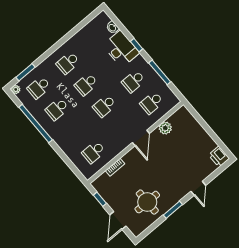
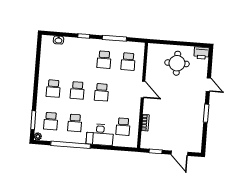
desk: (121, 49) -> (100, 135), moved, turned 180
plant: (165, 128) -> (152, 68), removed
round table: (147, 202) -> (177, 63), moved

